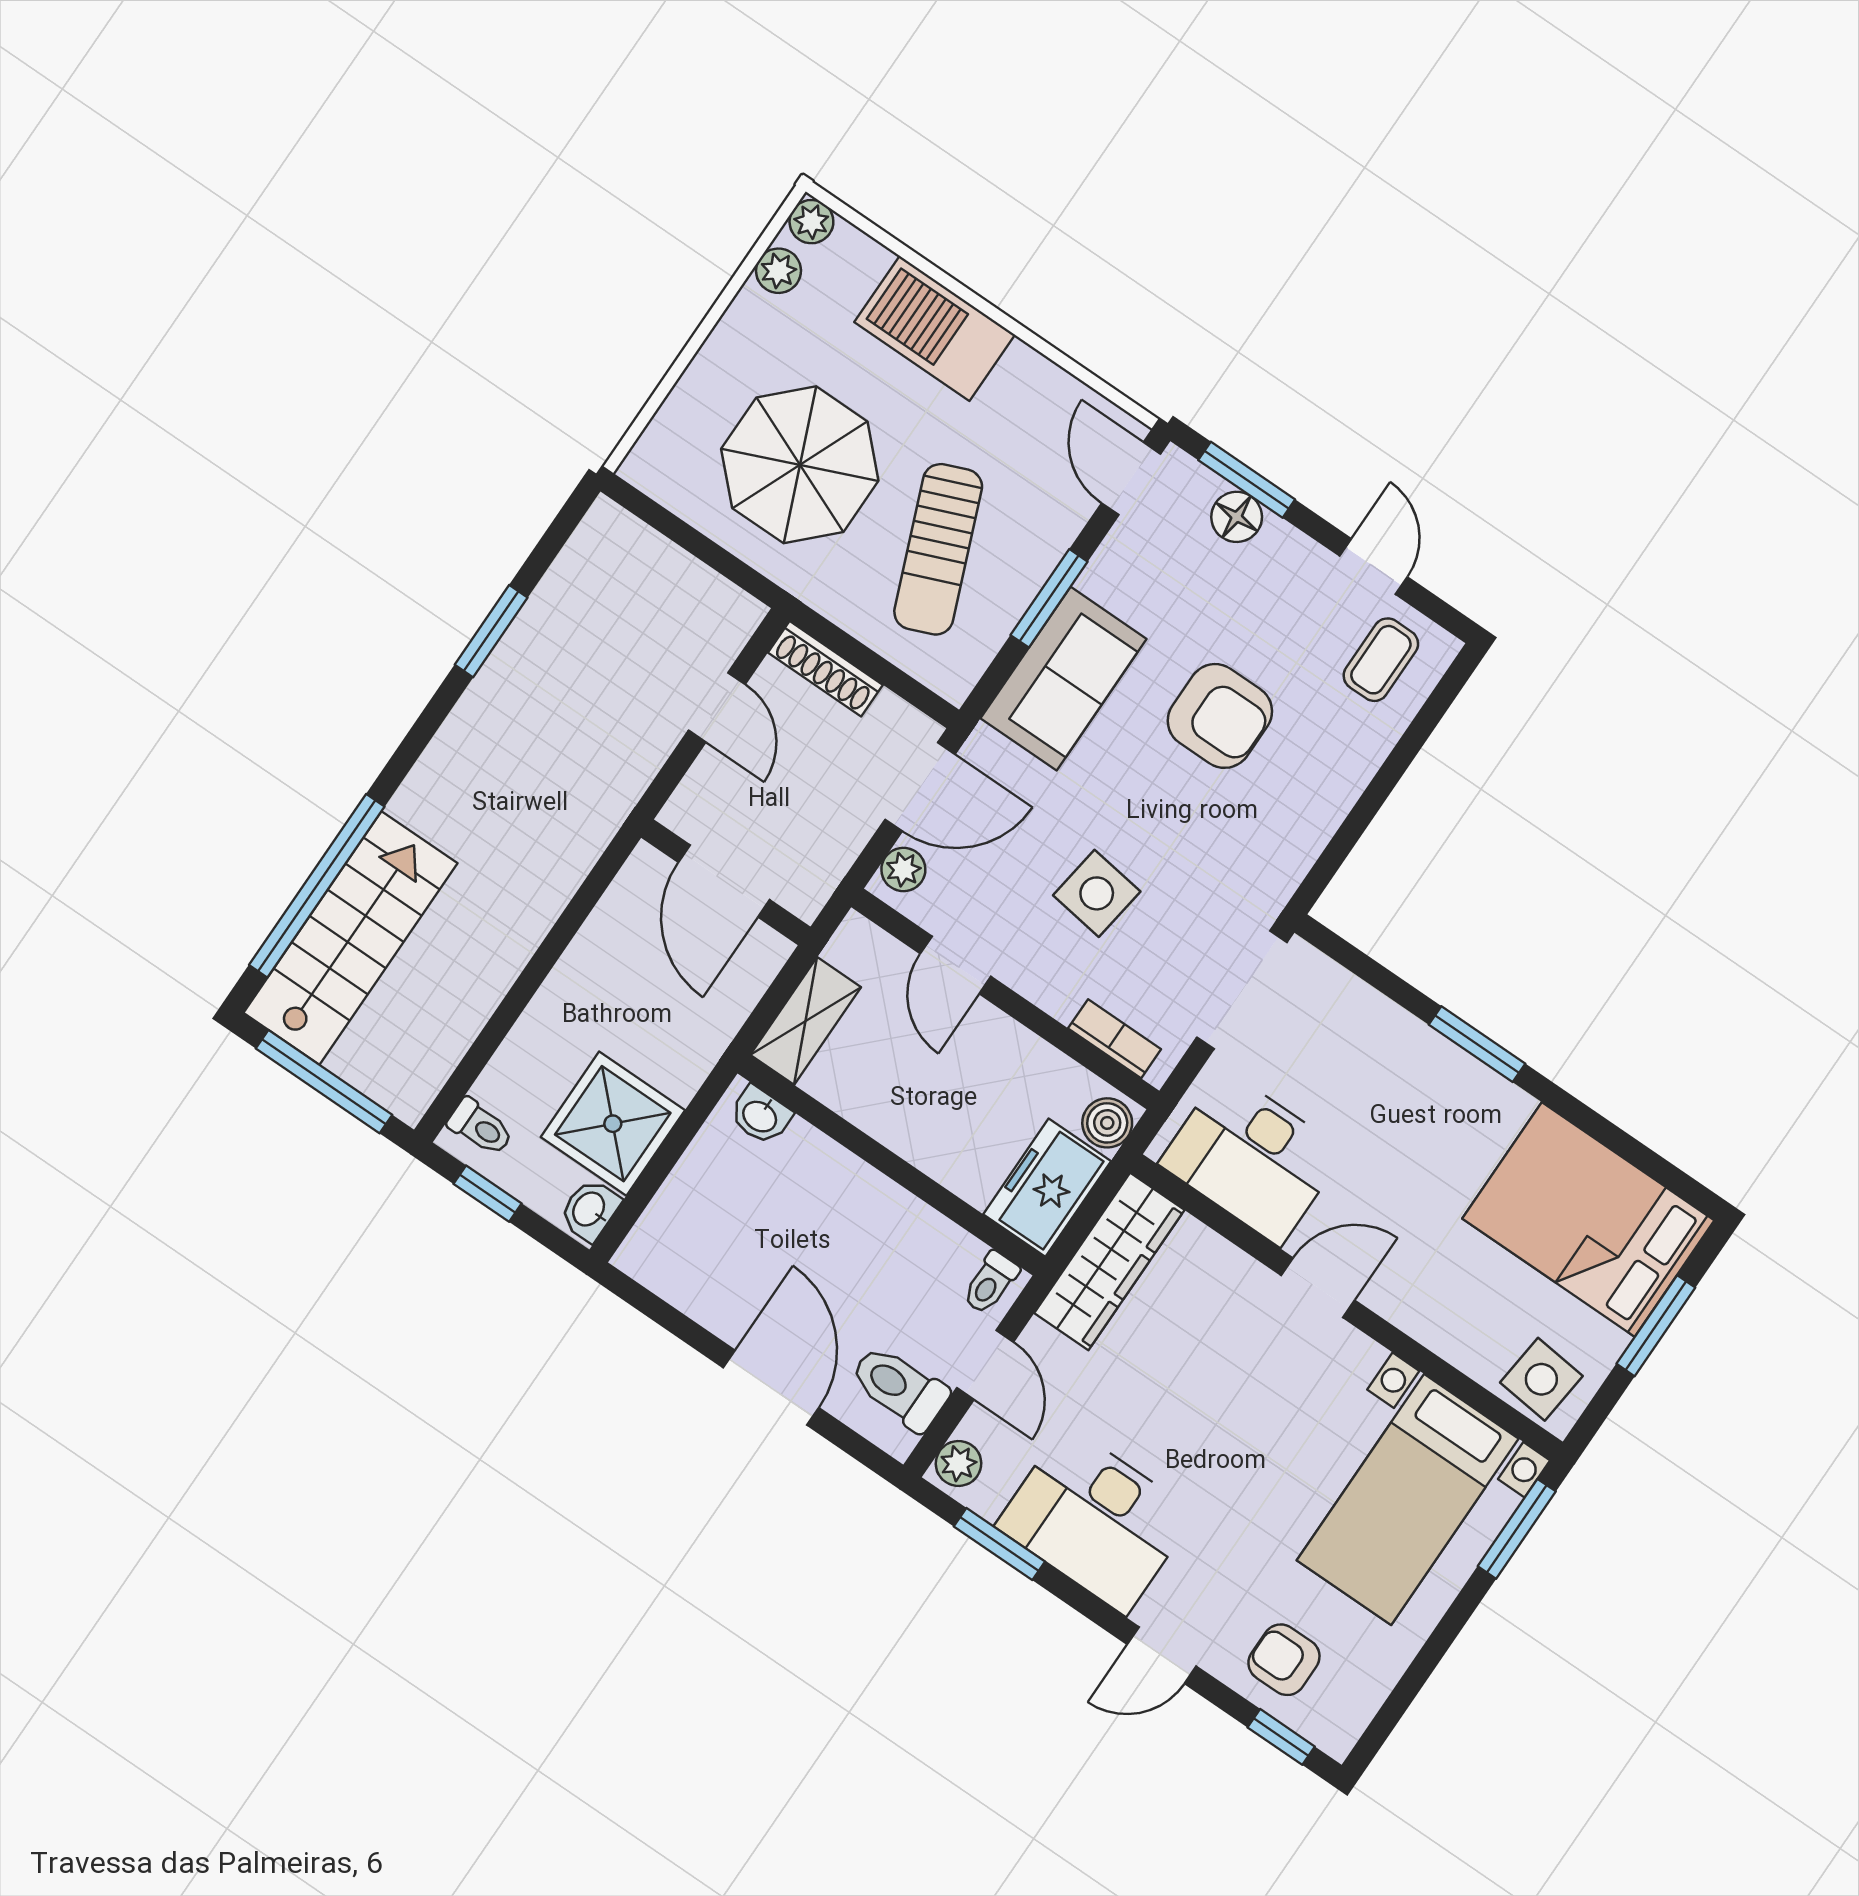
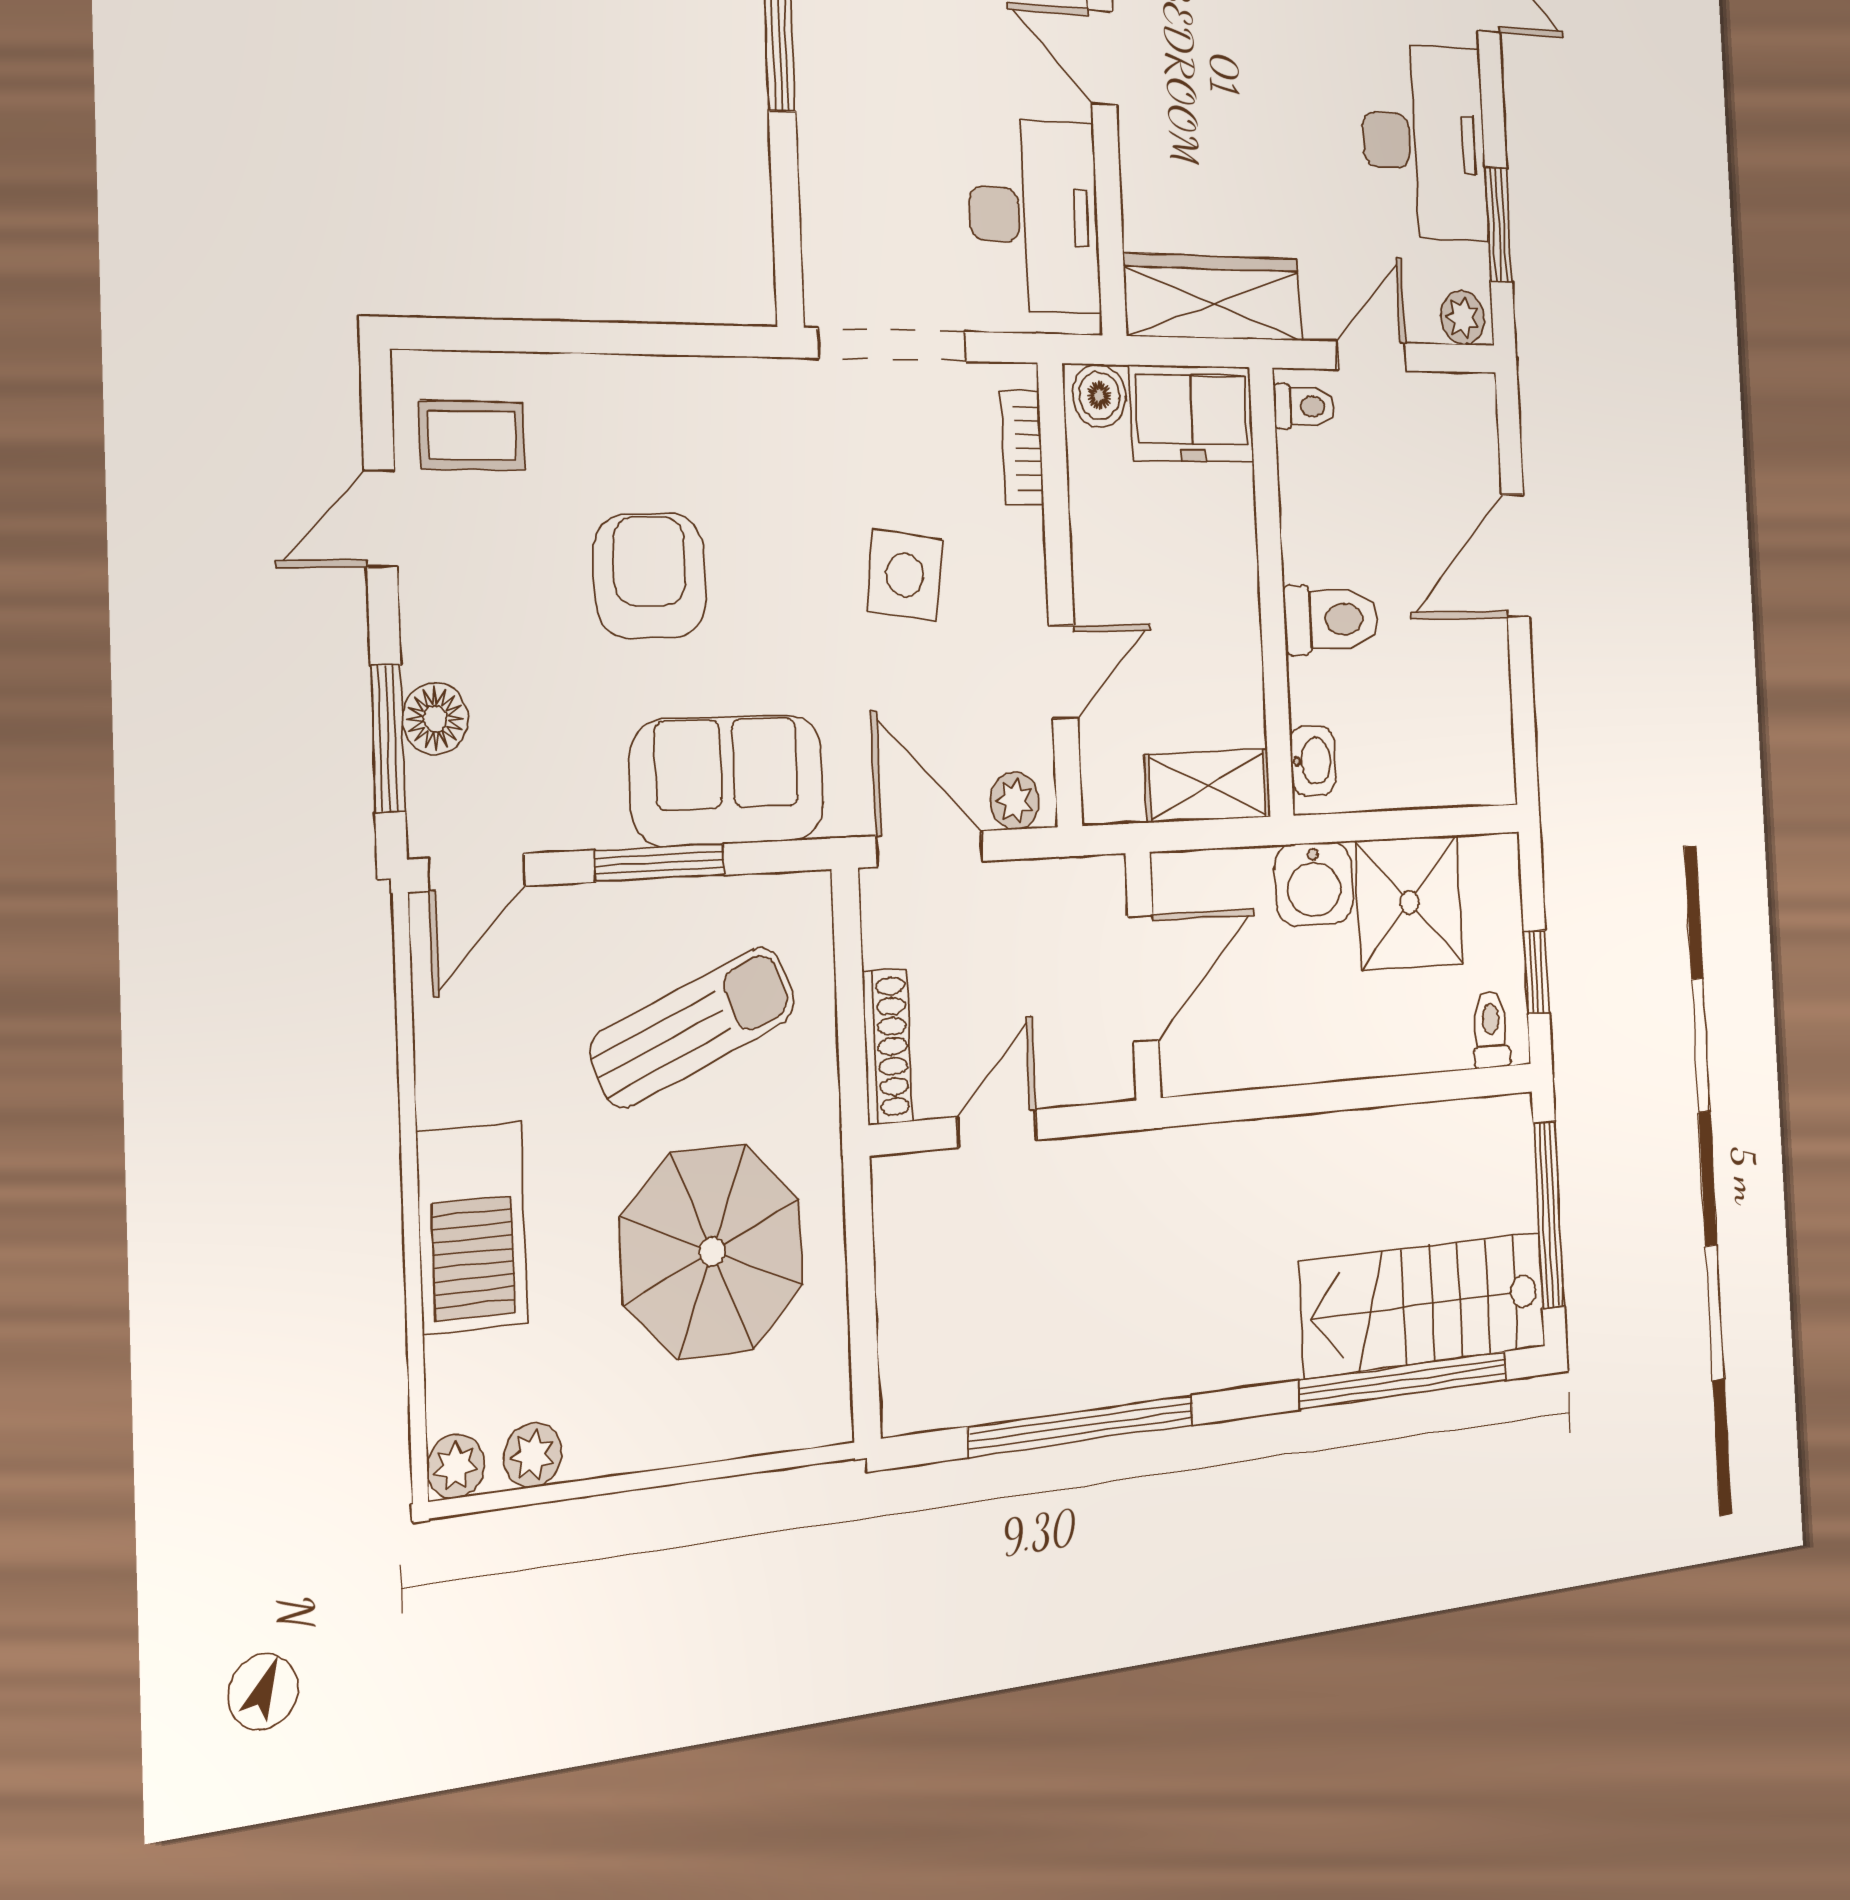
window: (491, 631) -> (1082, 1426), width x2.11
washbasin: (590, 1210) -> (1314, 884), moved, width x1.38, depth x1.45
toilet: (899, 1388) -> (1331, 619), moved, turned -90

